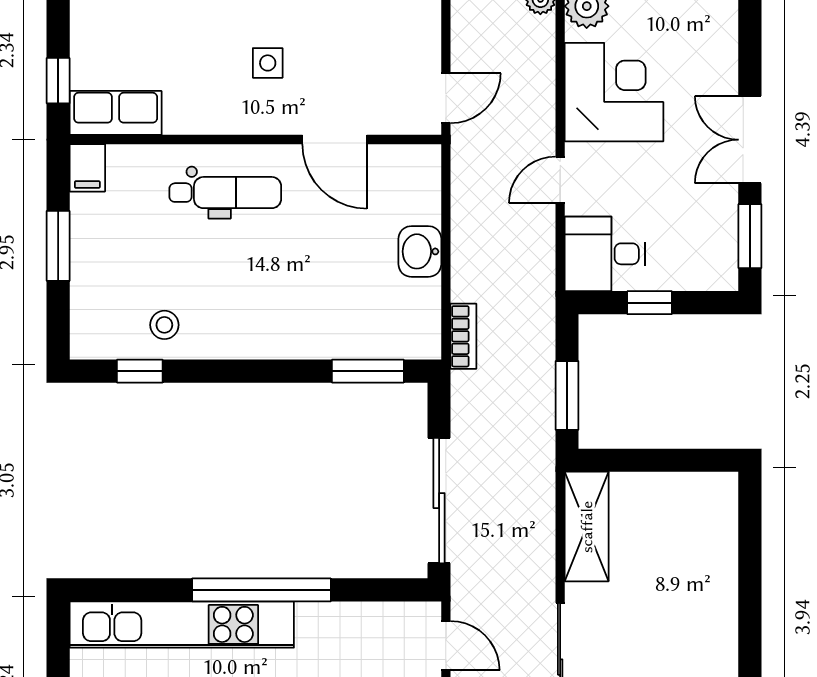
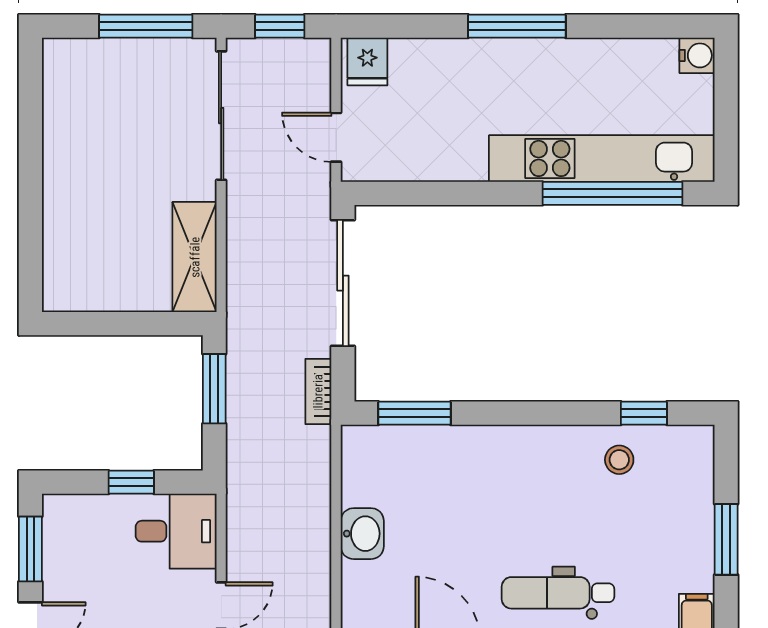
bookcase: (463, 336) -> (318, 391), moved
window: (261, 590) -> (613, 193), moved

